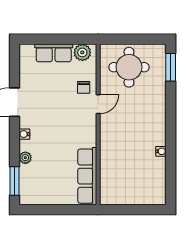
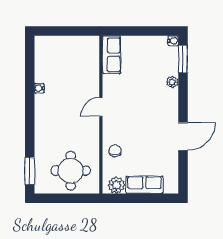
door: (98, 104) -> (101, 107), moved
water cooler: (24, 134) -> (173, 41), moved
row of seats: (87, 176) -> (112, 55), width x0.68

